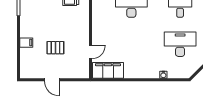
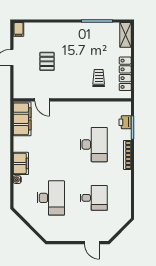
filing cabinet: (26, 43) -> (19, 29), moved
filing cabinet: (149, 71) -> (21, 163), added

